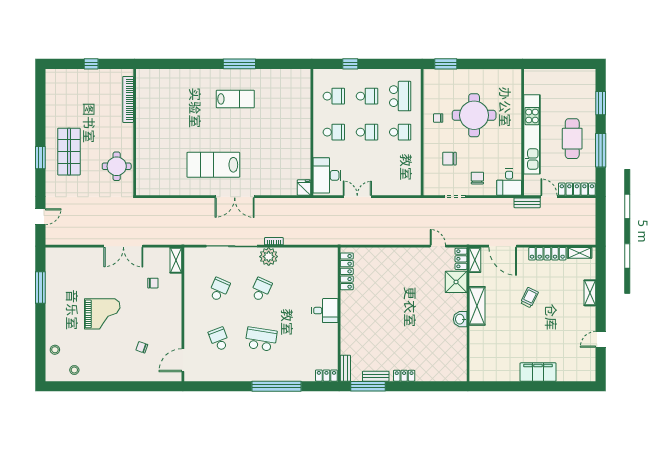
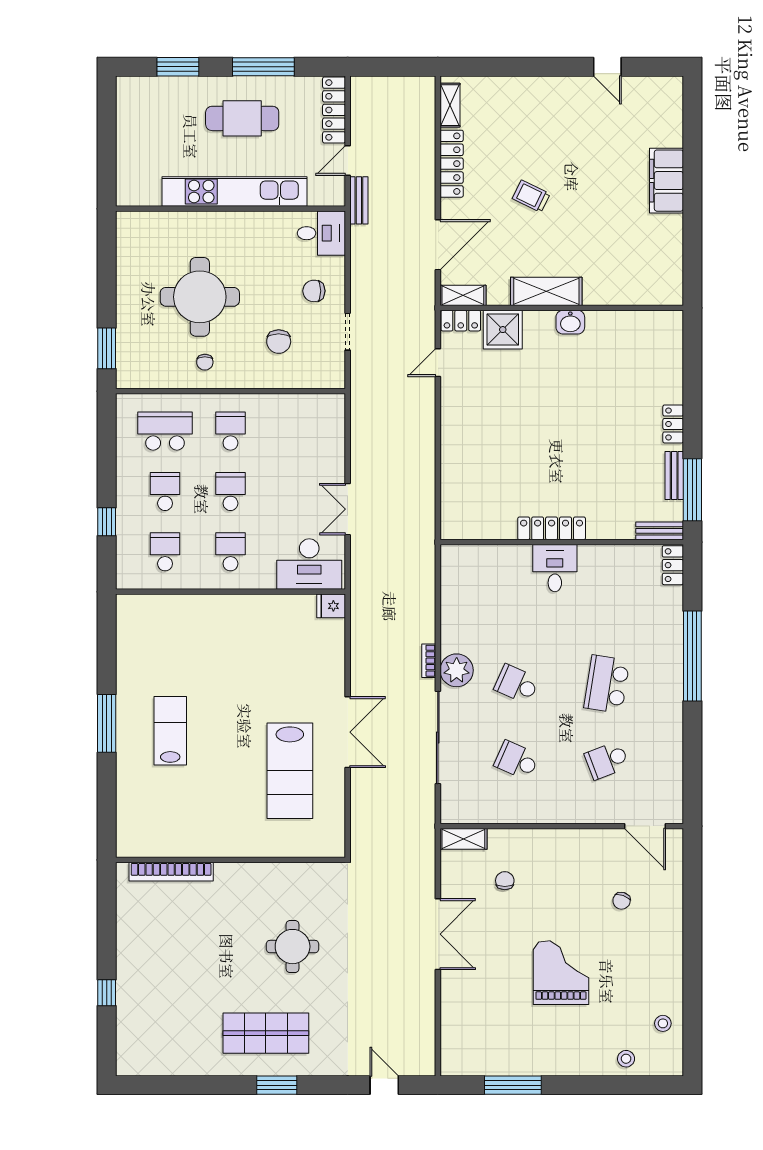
bookcase: (128, 99) -> (171, 872), moved
wall: (135, 132) -> (230, 860), moved
locker: (347, 271) -> (552, 528), moved
shelving: (590, 293) -> (523, 86), removed

